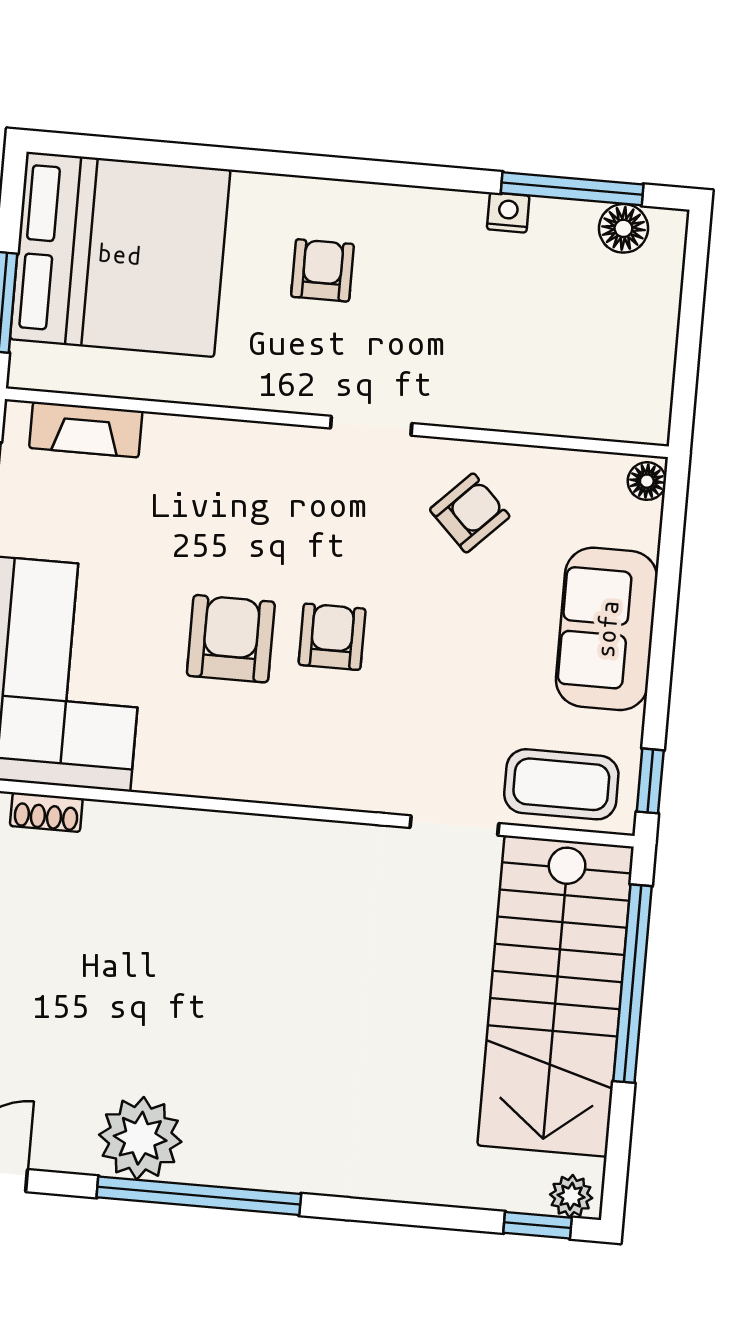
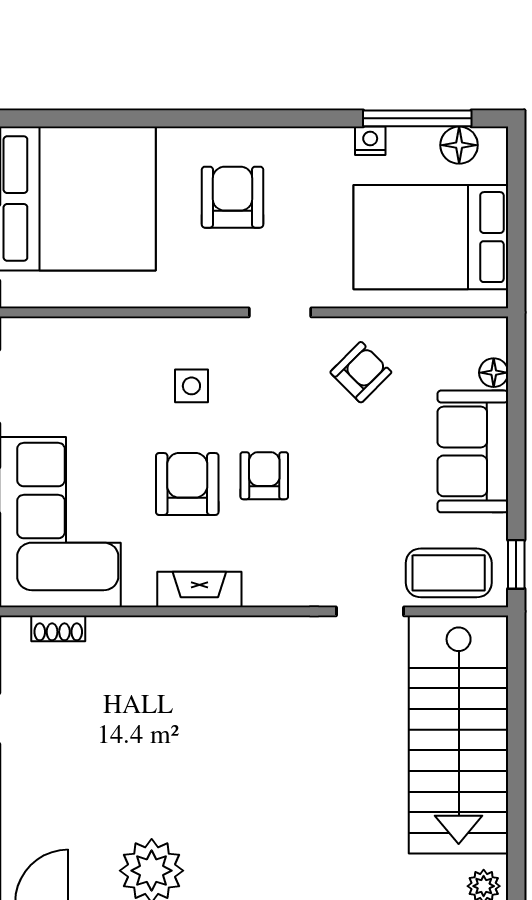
armchair: (322, 270) -> (233, 197), width x1.38, depth x1.38
bed: (576, 345) -> (431, 237), added
fireplace: (86, 430) -> (199, 589), moved, turned 180
floor lamp: (647, 481) -> (494, 373), moved
side table: (247, 511) -> (191, 386), added
window: (632, 984) -> (516, 720), removed

